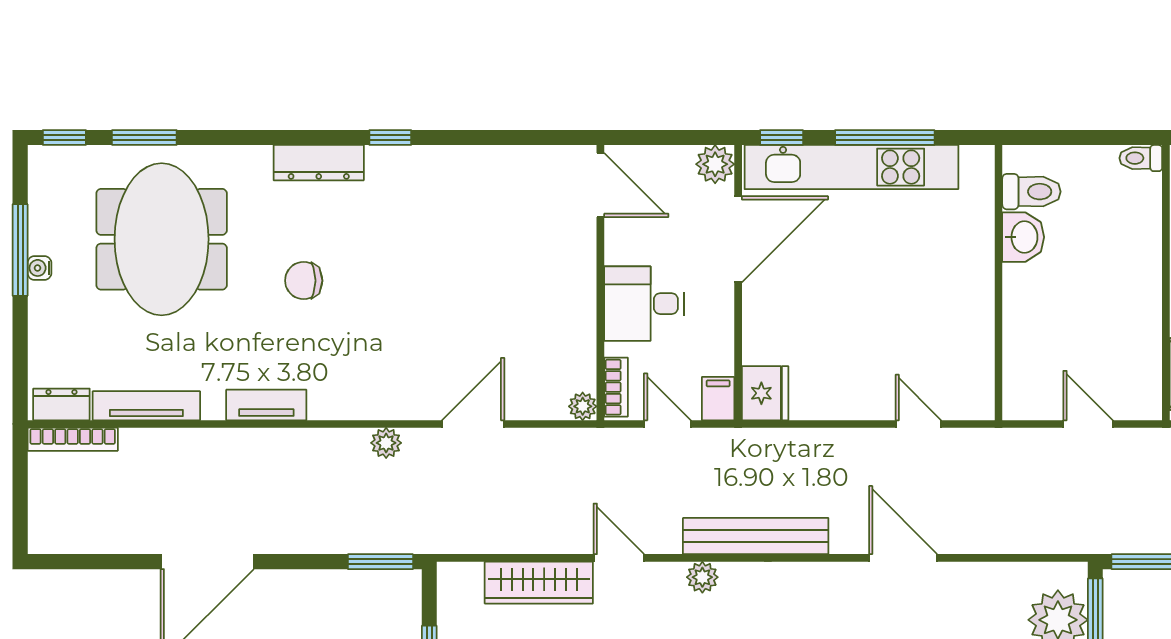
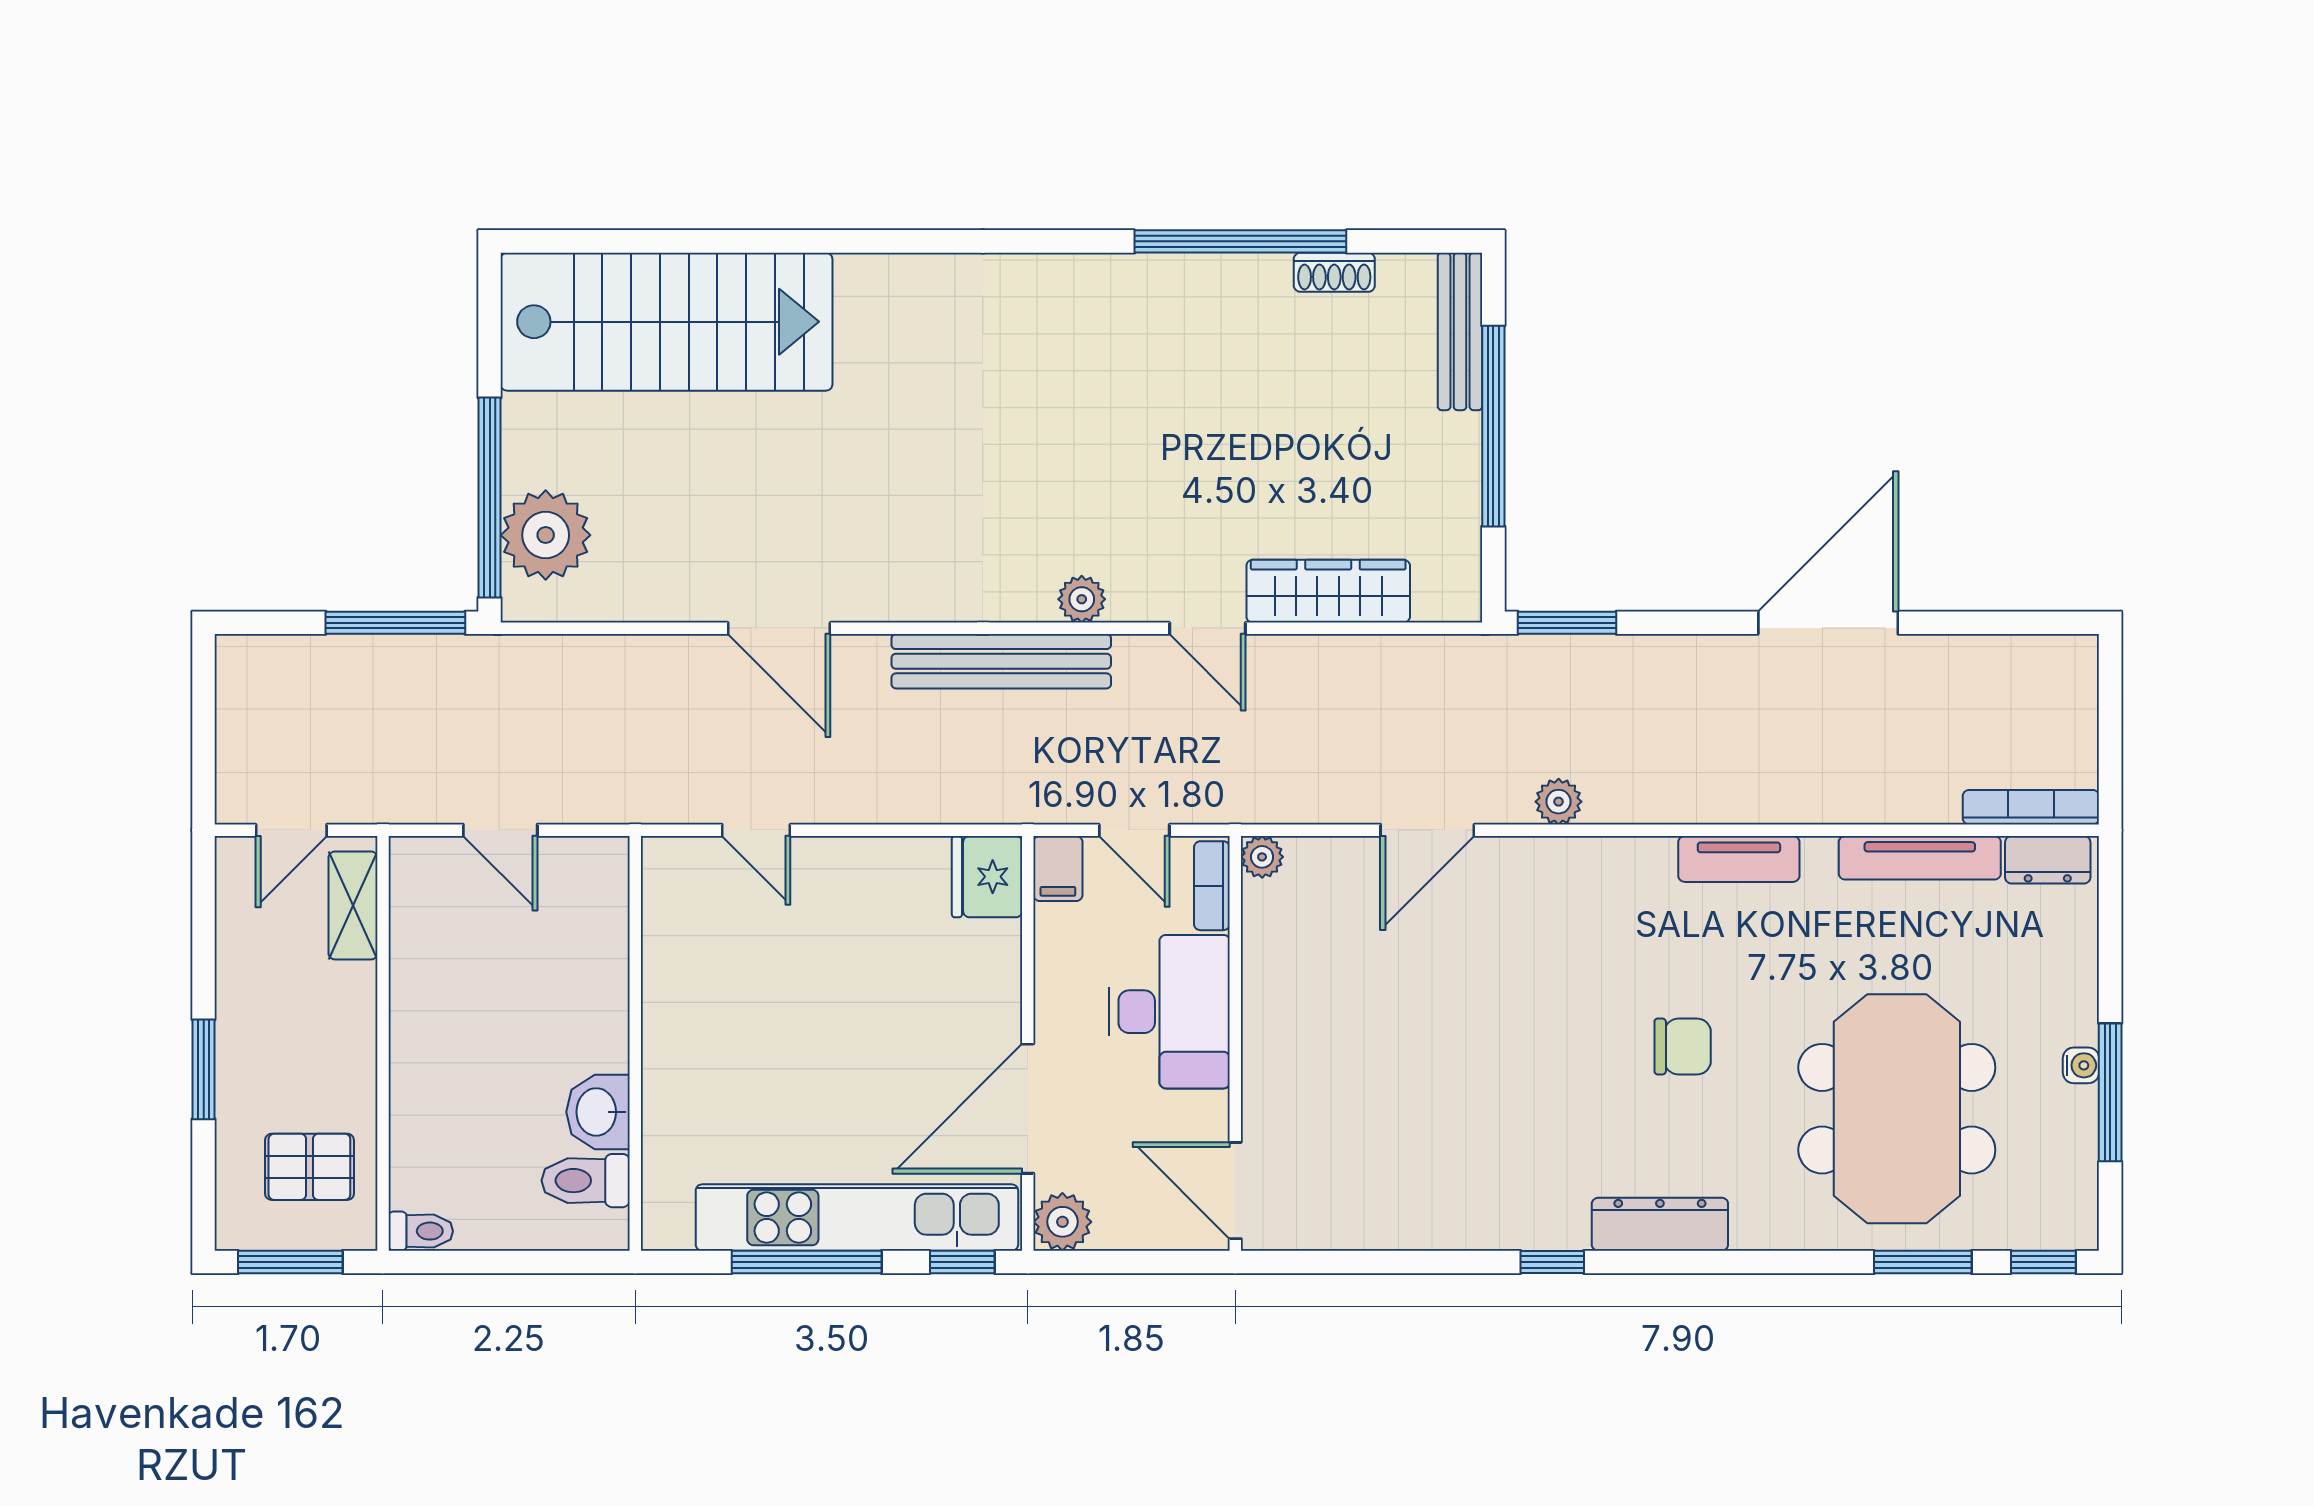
desk: (644, 304) -> (1169, 1012), width x1.37

